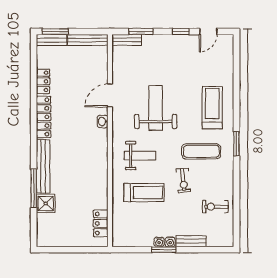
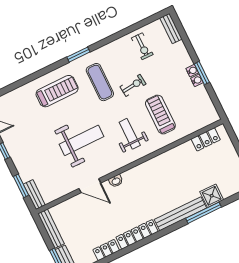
weight bench: (156, 108) -> (82, 140), turned 180
treadmill: (212, 108) -> (57, 91), turned 180
bench: (191, 241) -> (171, 29), moved

